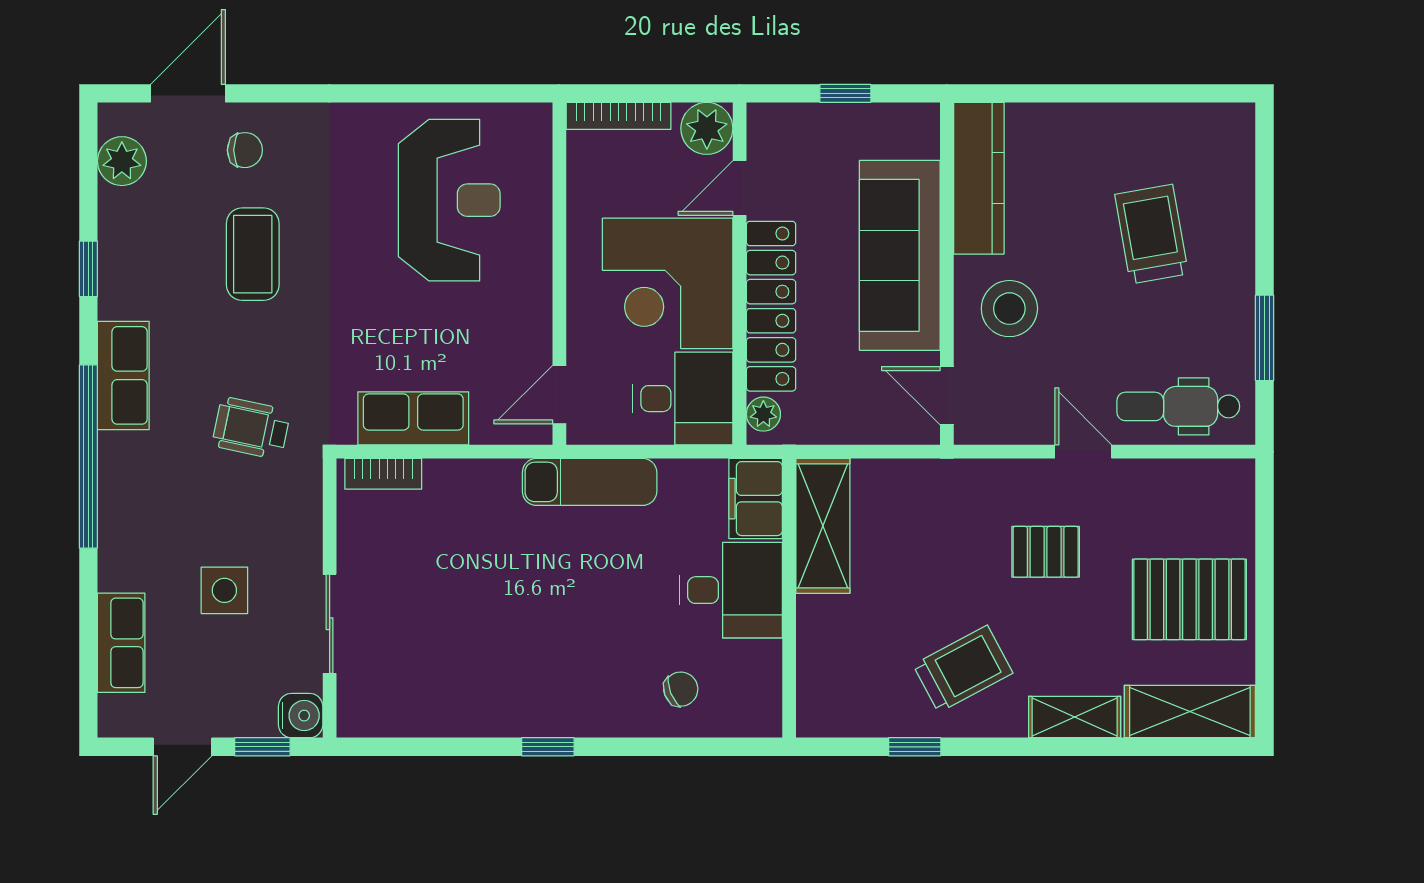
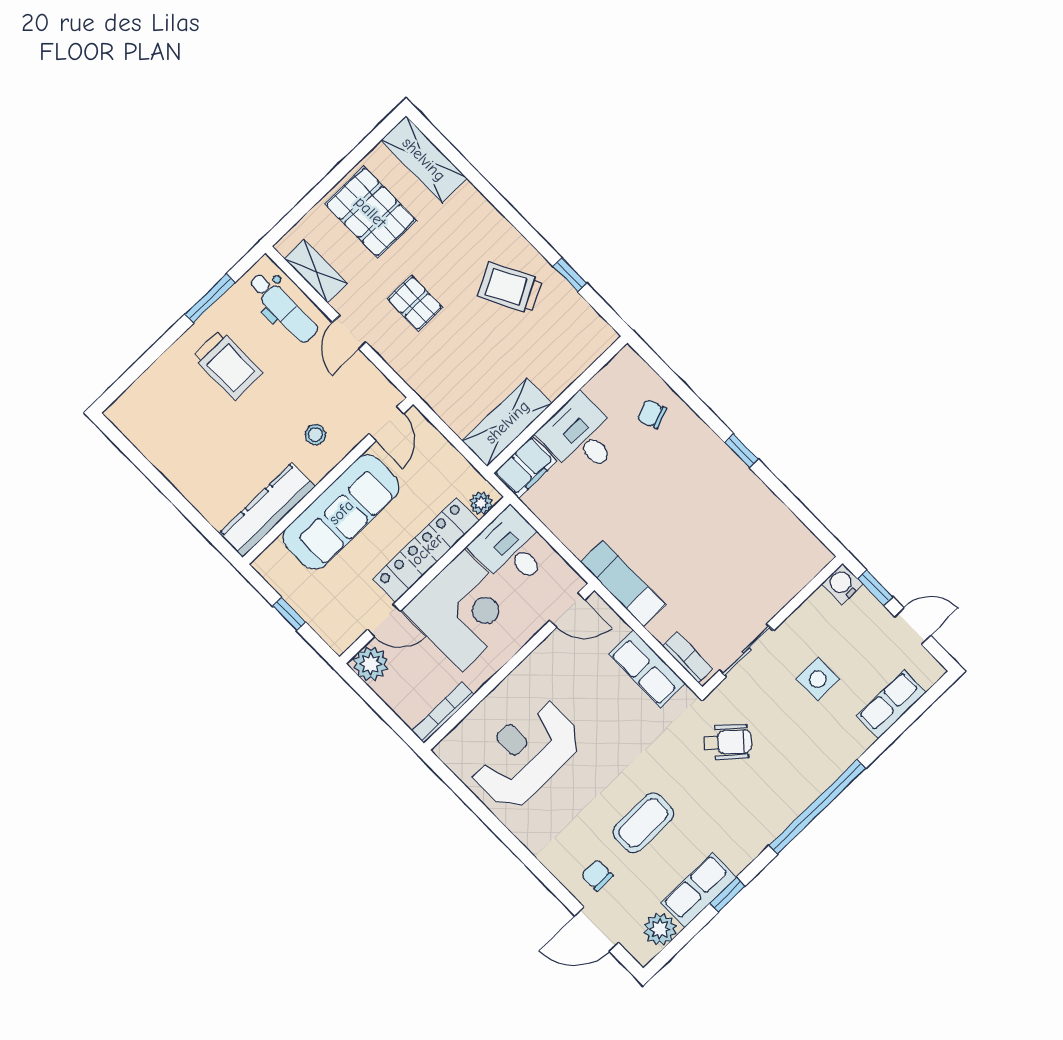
bookcase: (619, 116) -> (443, 713), moved, turned -90
trolley: (1152, 234) -> (228, 365), moved, turned -80
stool: (1009, 309) -> (315, 434), width x0.53, depth x0.53
row of seats: (123, 375) -> (699, 890), moved
wheelchair: (251, 428) -> (728, 742), turned -61
exam couch: (590, 482) -> (623, 583), moved
sliding door: (330, 624) -> (746, 651), moved
shelving: (1075, 717) -> (316, 271), moved

